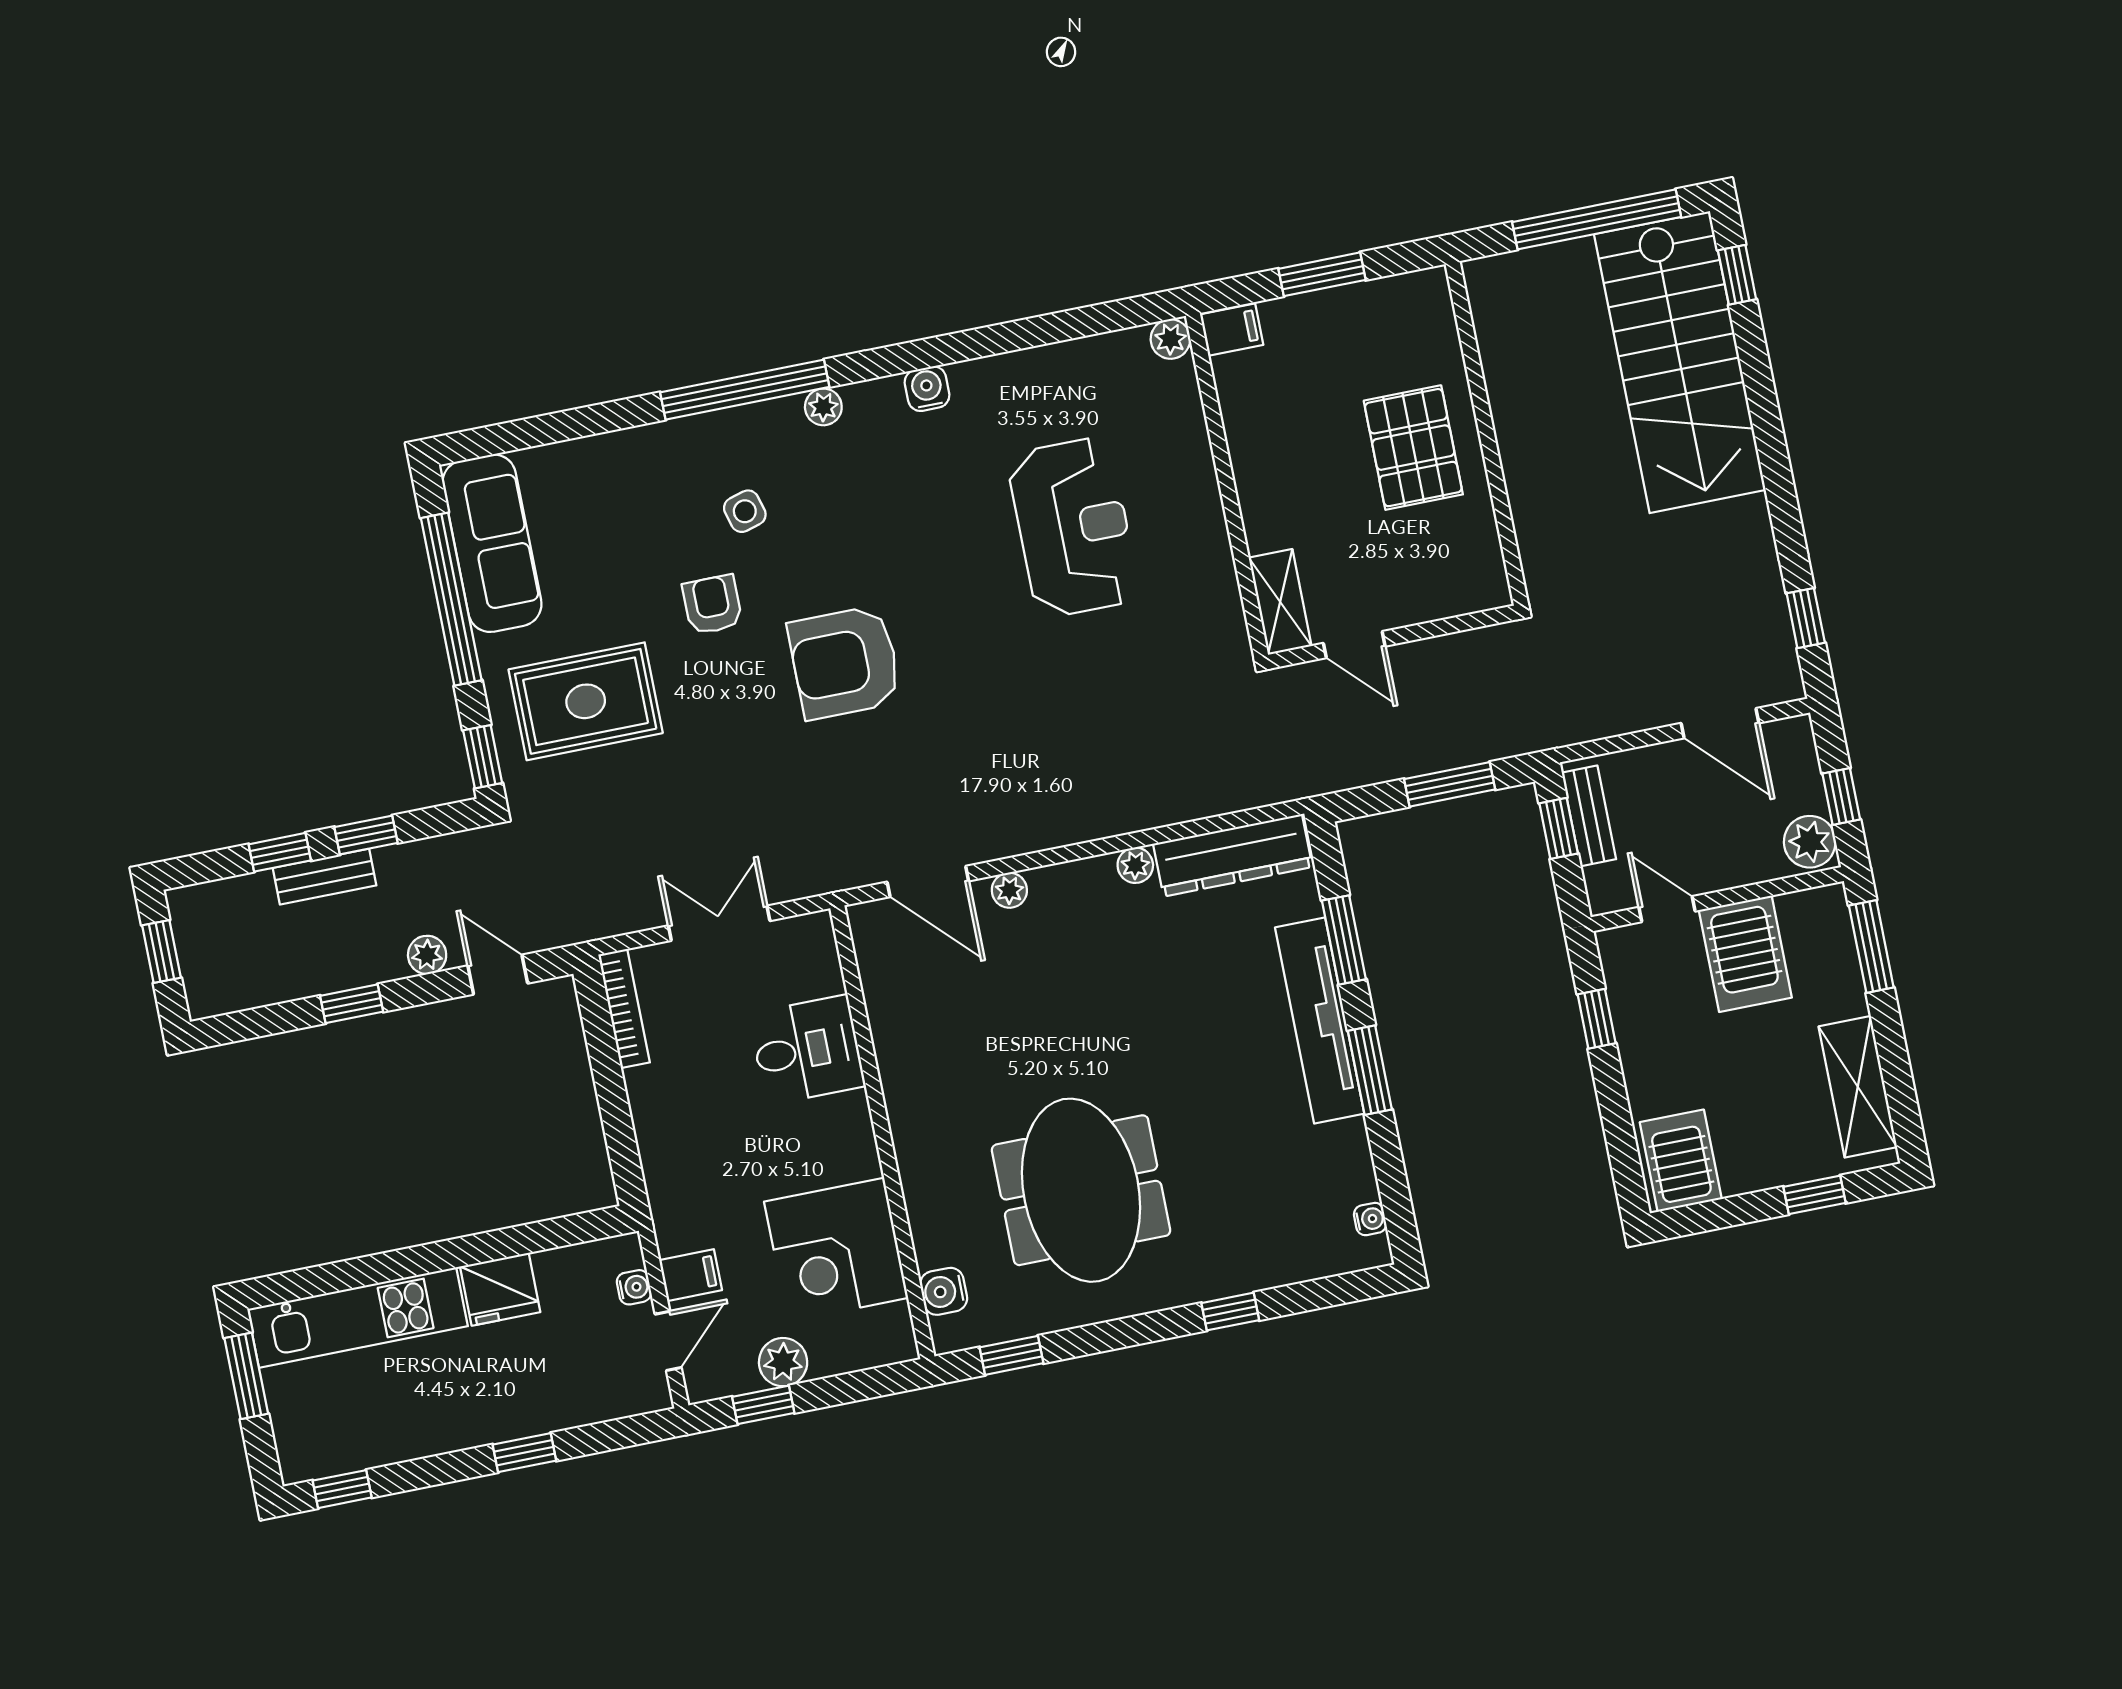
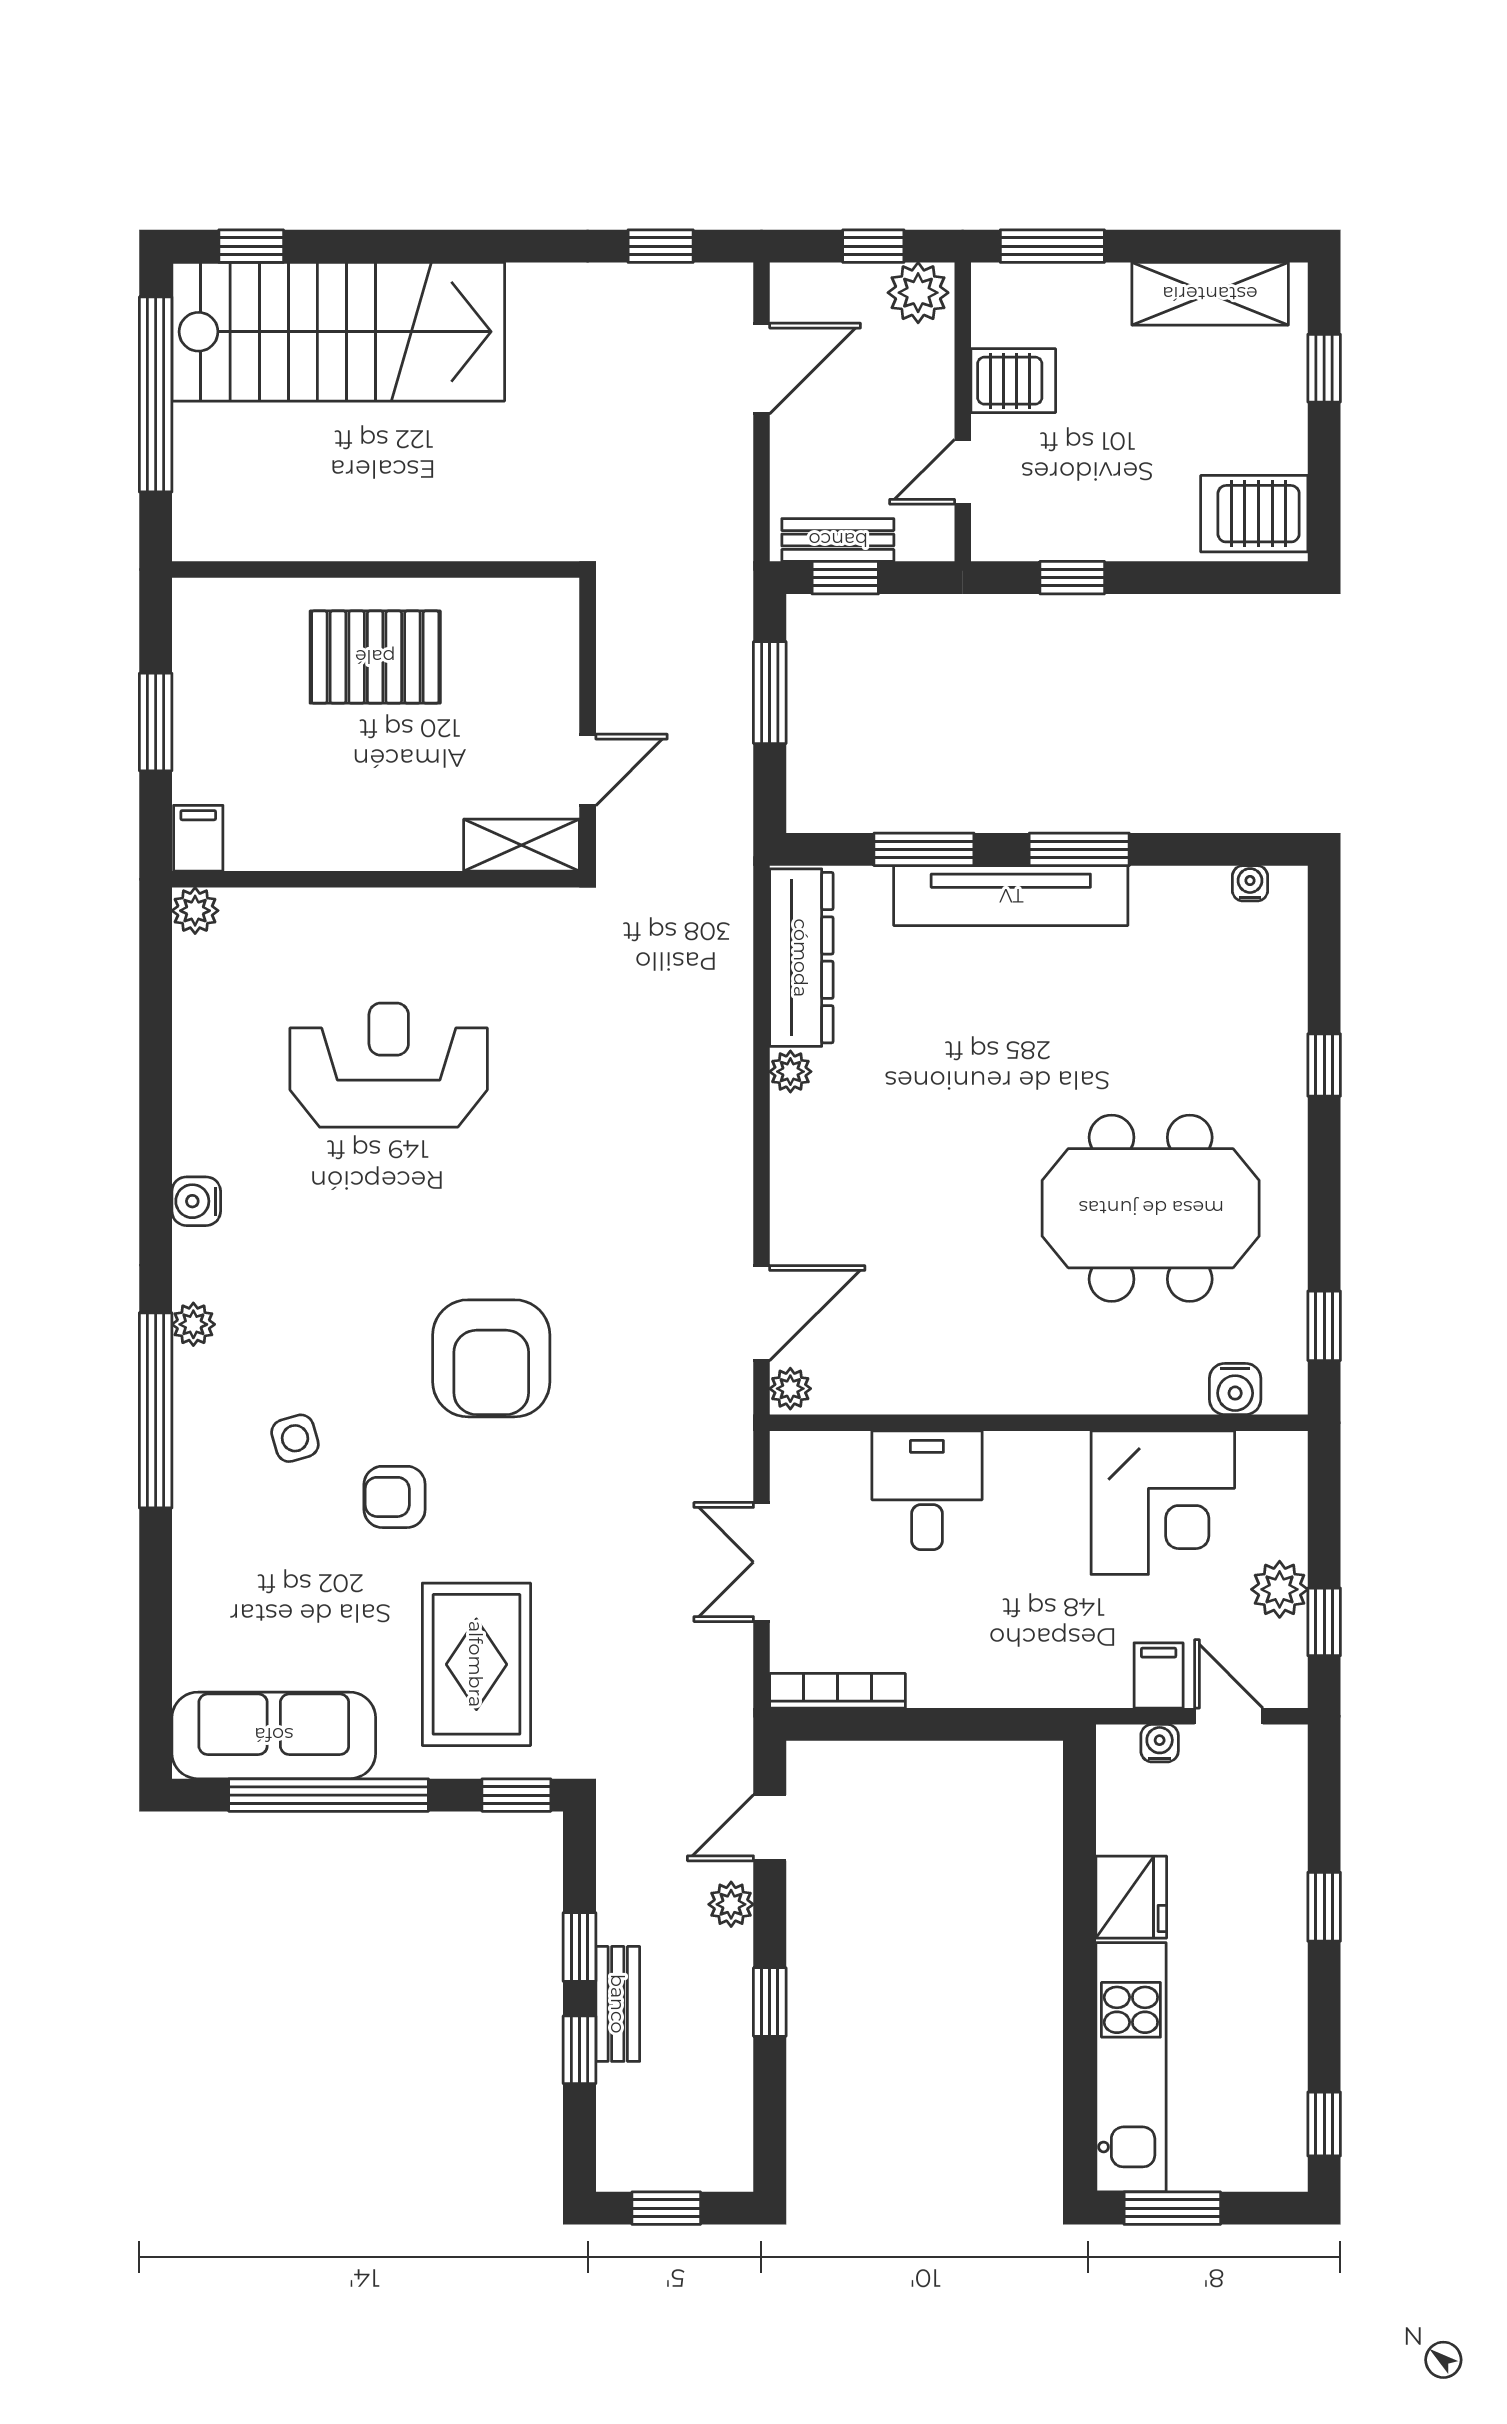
plant: (1009, 890) -> (790, 1389), moved
server rack: (1745, 954) -> (1013, 381), width x0.73, depth x0.70

